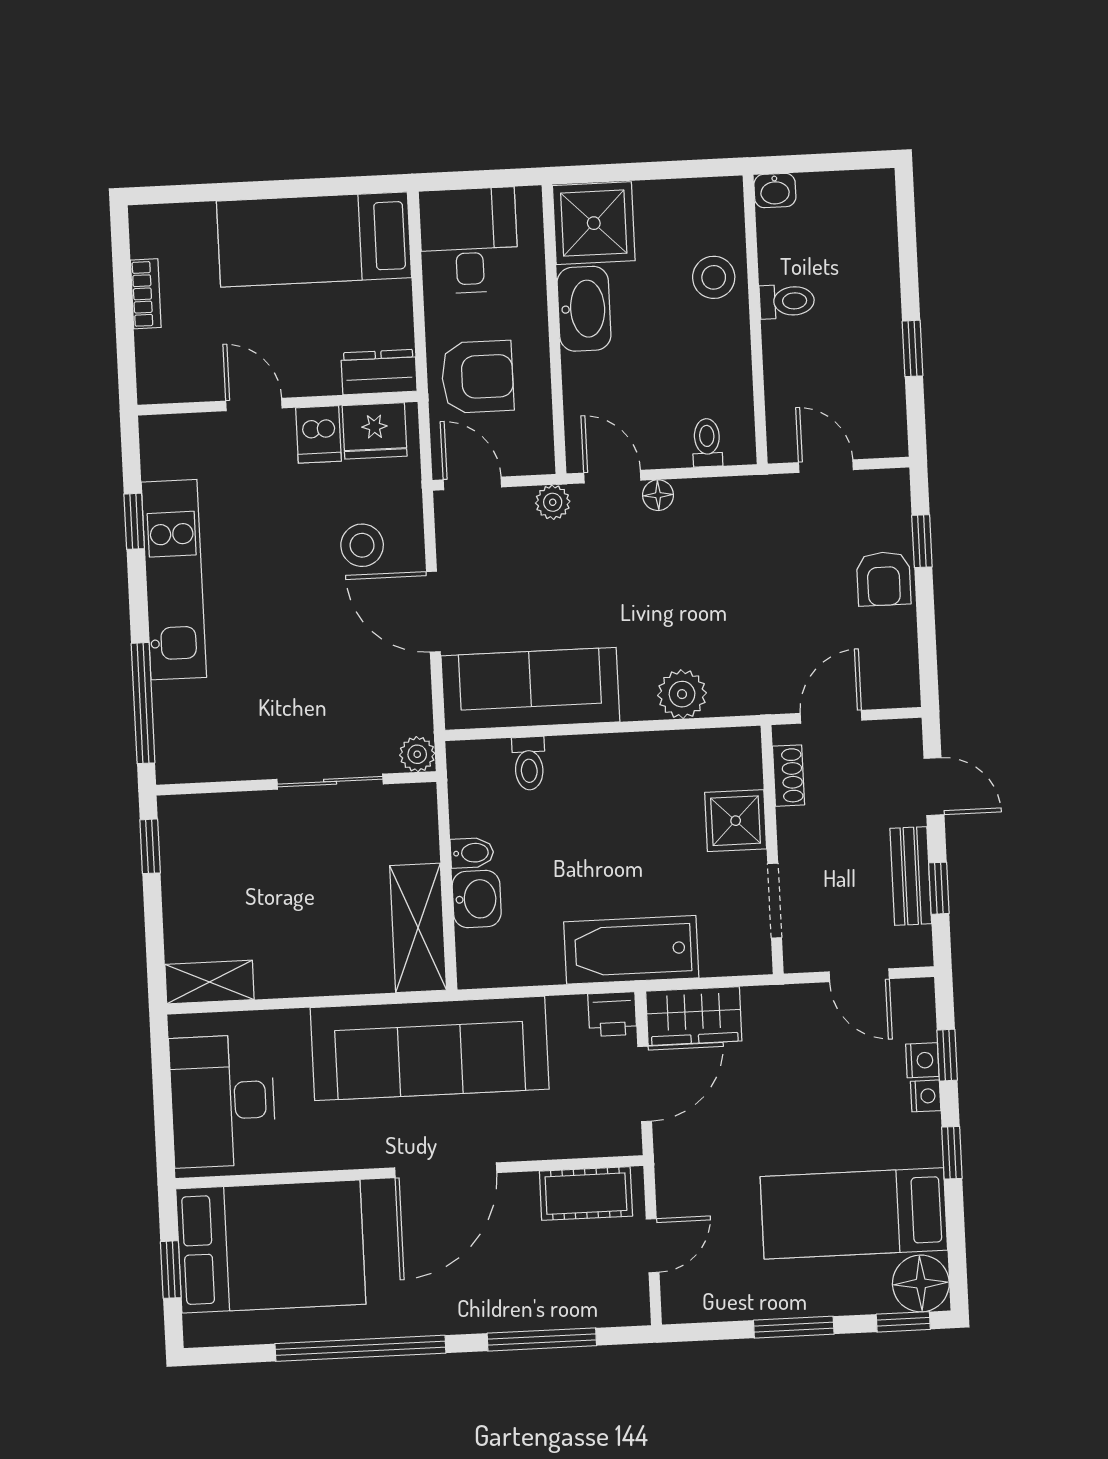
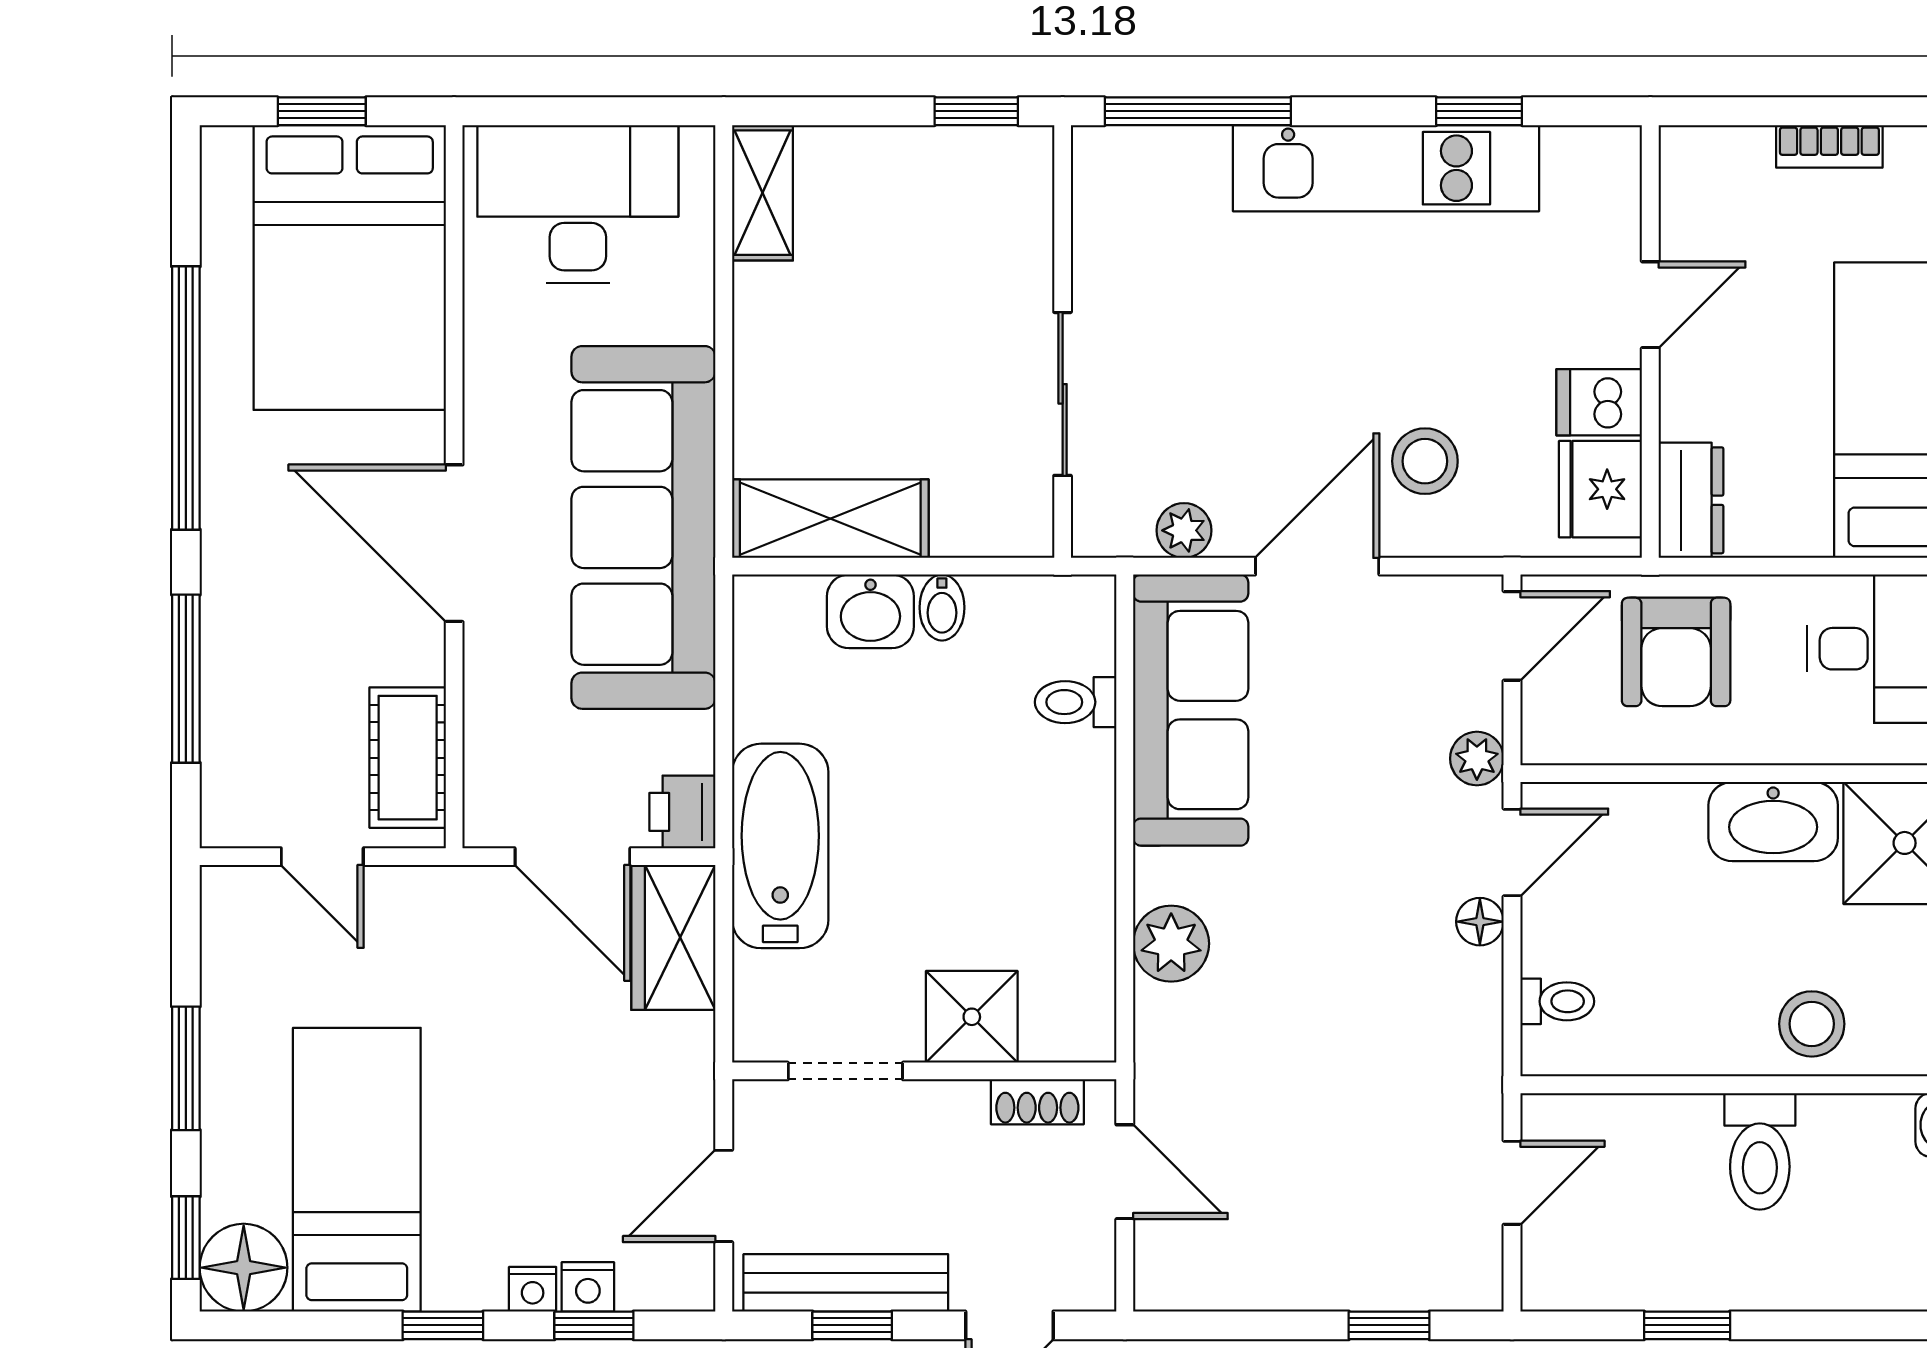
toilet: (787, 301) -> (1760, 1151), width x1.37, depth x1.39
armchair: (884, 579) -> (1334, 1263), removed
plant: (417, 754) -> (1184, 530), moved
bench: (911, 876) -> (846, 1283), width x1.36

